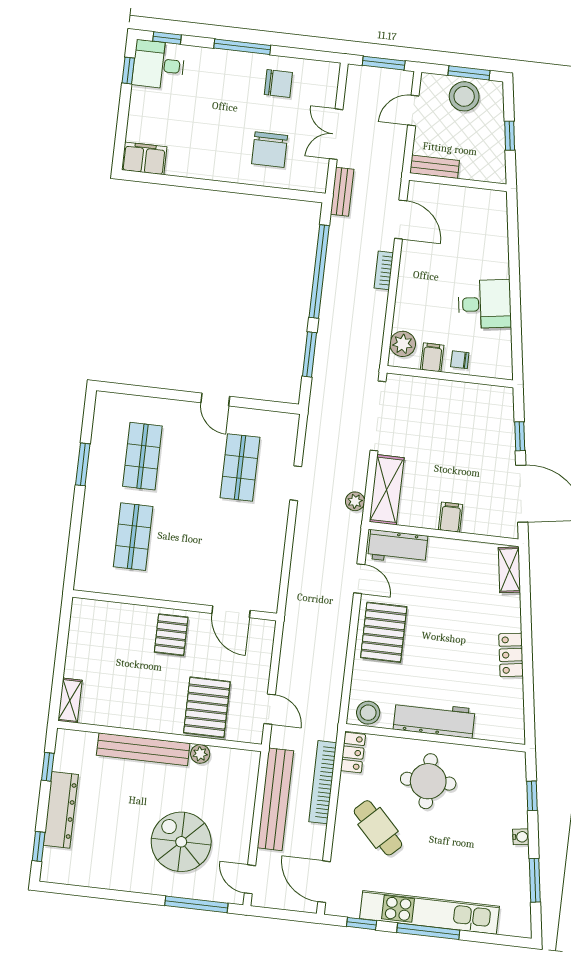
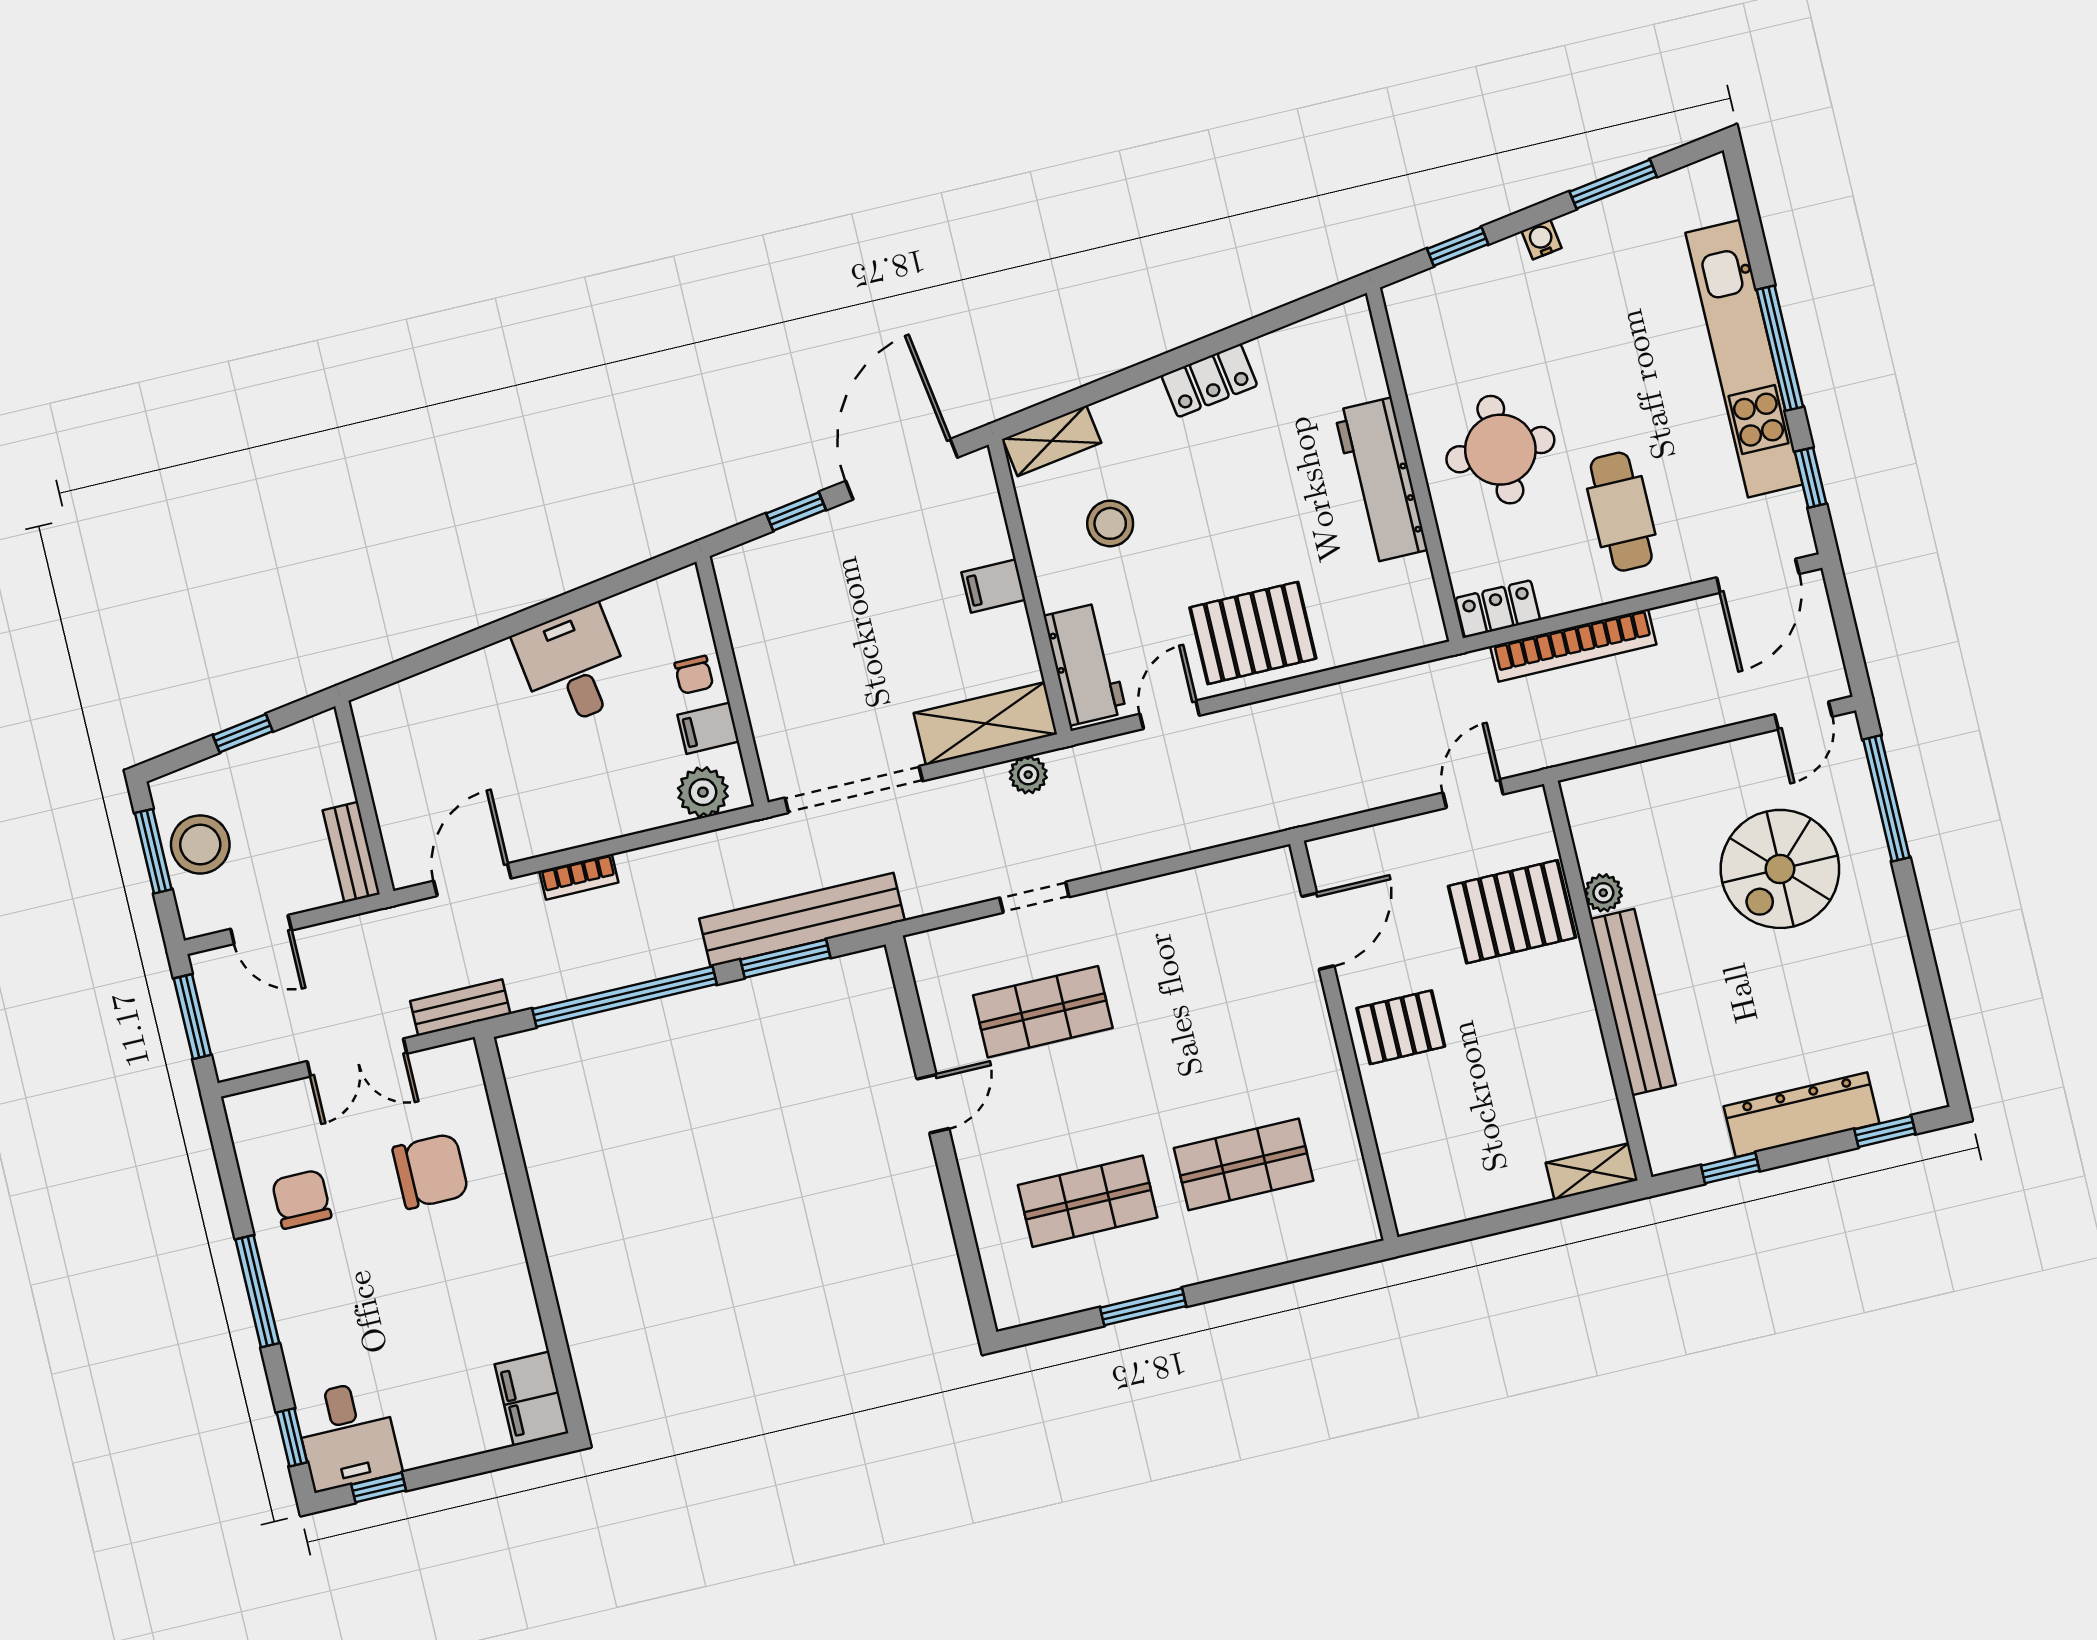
stool: (368, 713) -> (1110, 523), moved
bench: (275, 799) -> (802, 920), moved
cafe table: (378, 828) -> (1621, 512), turned -46

